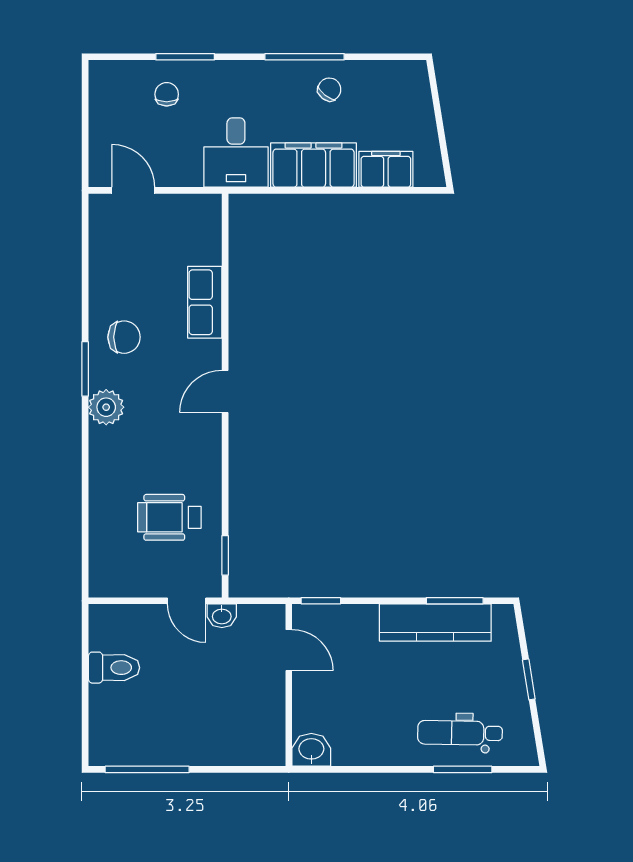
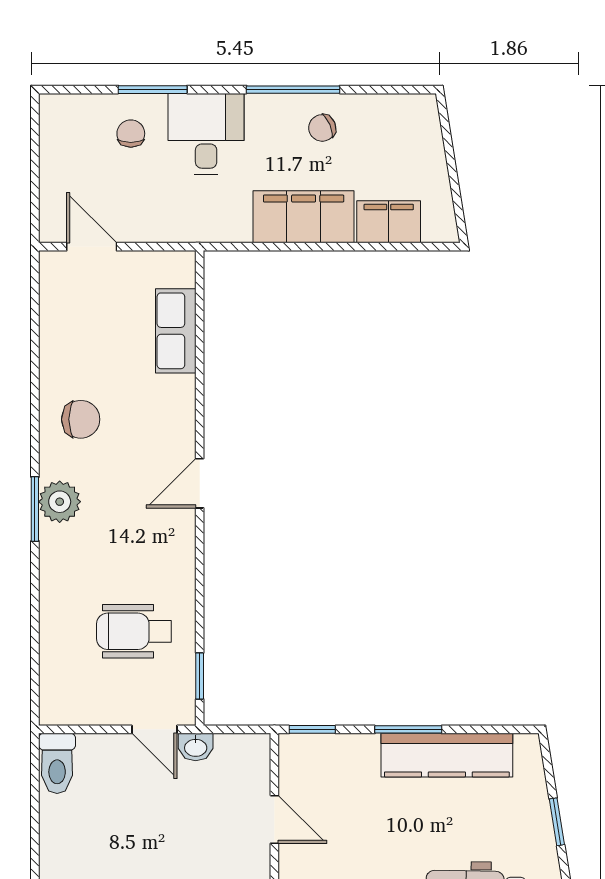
chair: (329, 89) -> (322, 128), turned -151
desk: (236, 153) -> (206, 134), moved, turned 180
row of seats: (205, 302) -> (176, 331), moved
window: (85, 369) -> (35, 509), moved
window: (455, 601) -> (408, 729), moved
door: (289, 650) -> (274, 819), moved
toilet: (114, 668) -> (57, 763), moved, turned 90

